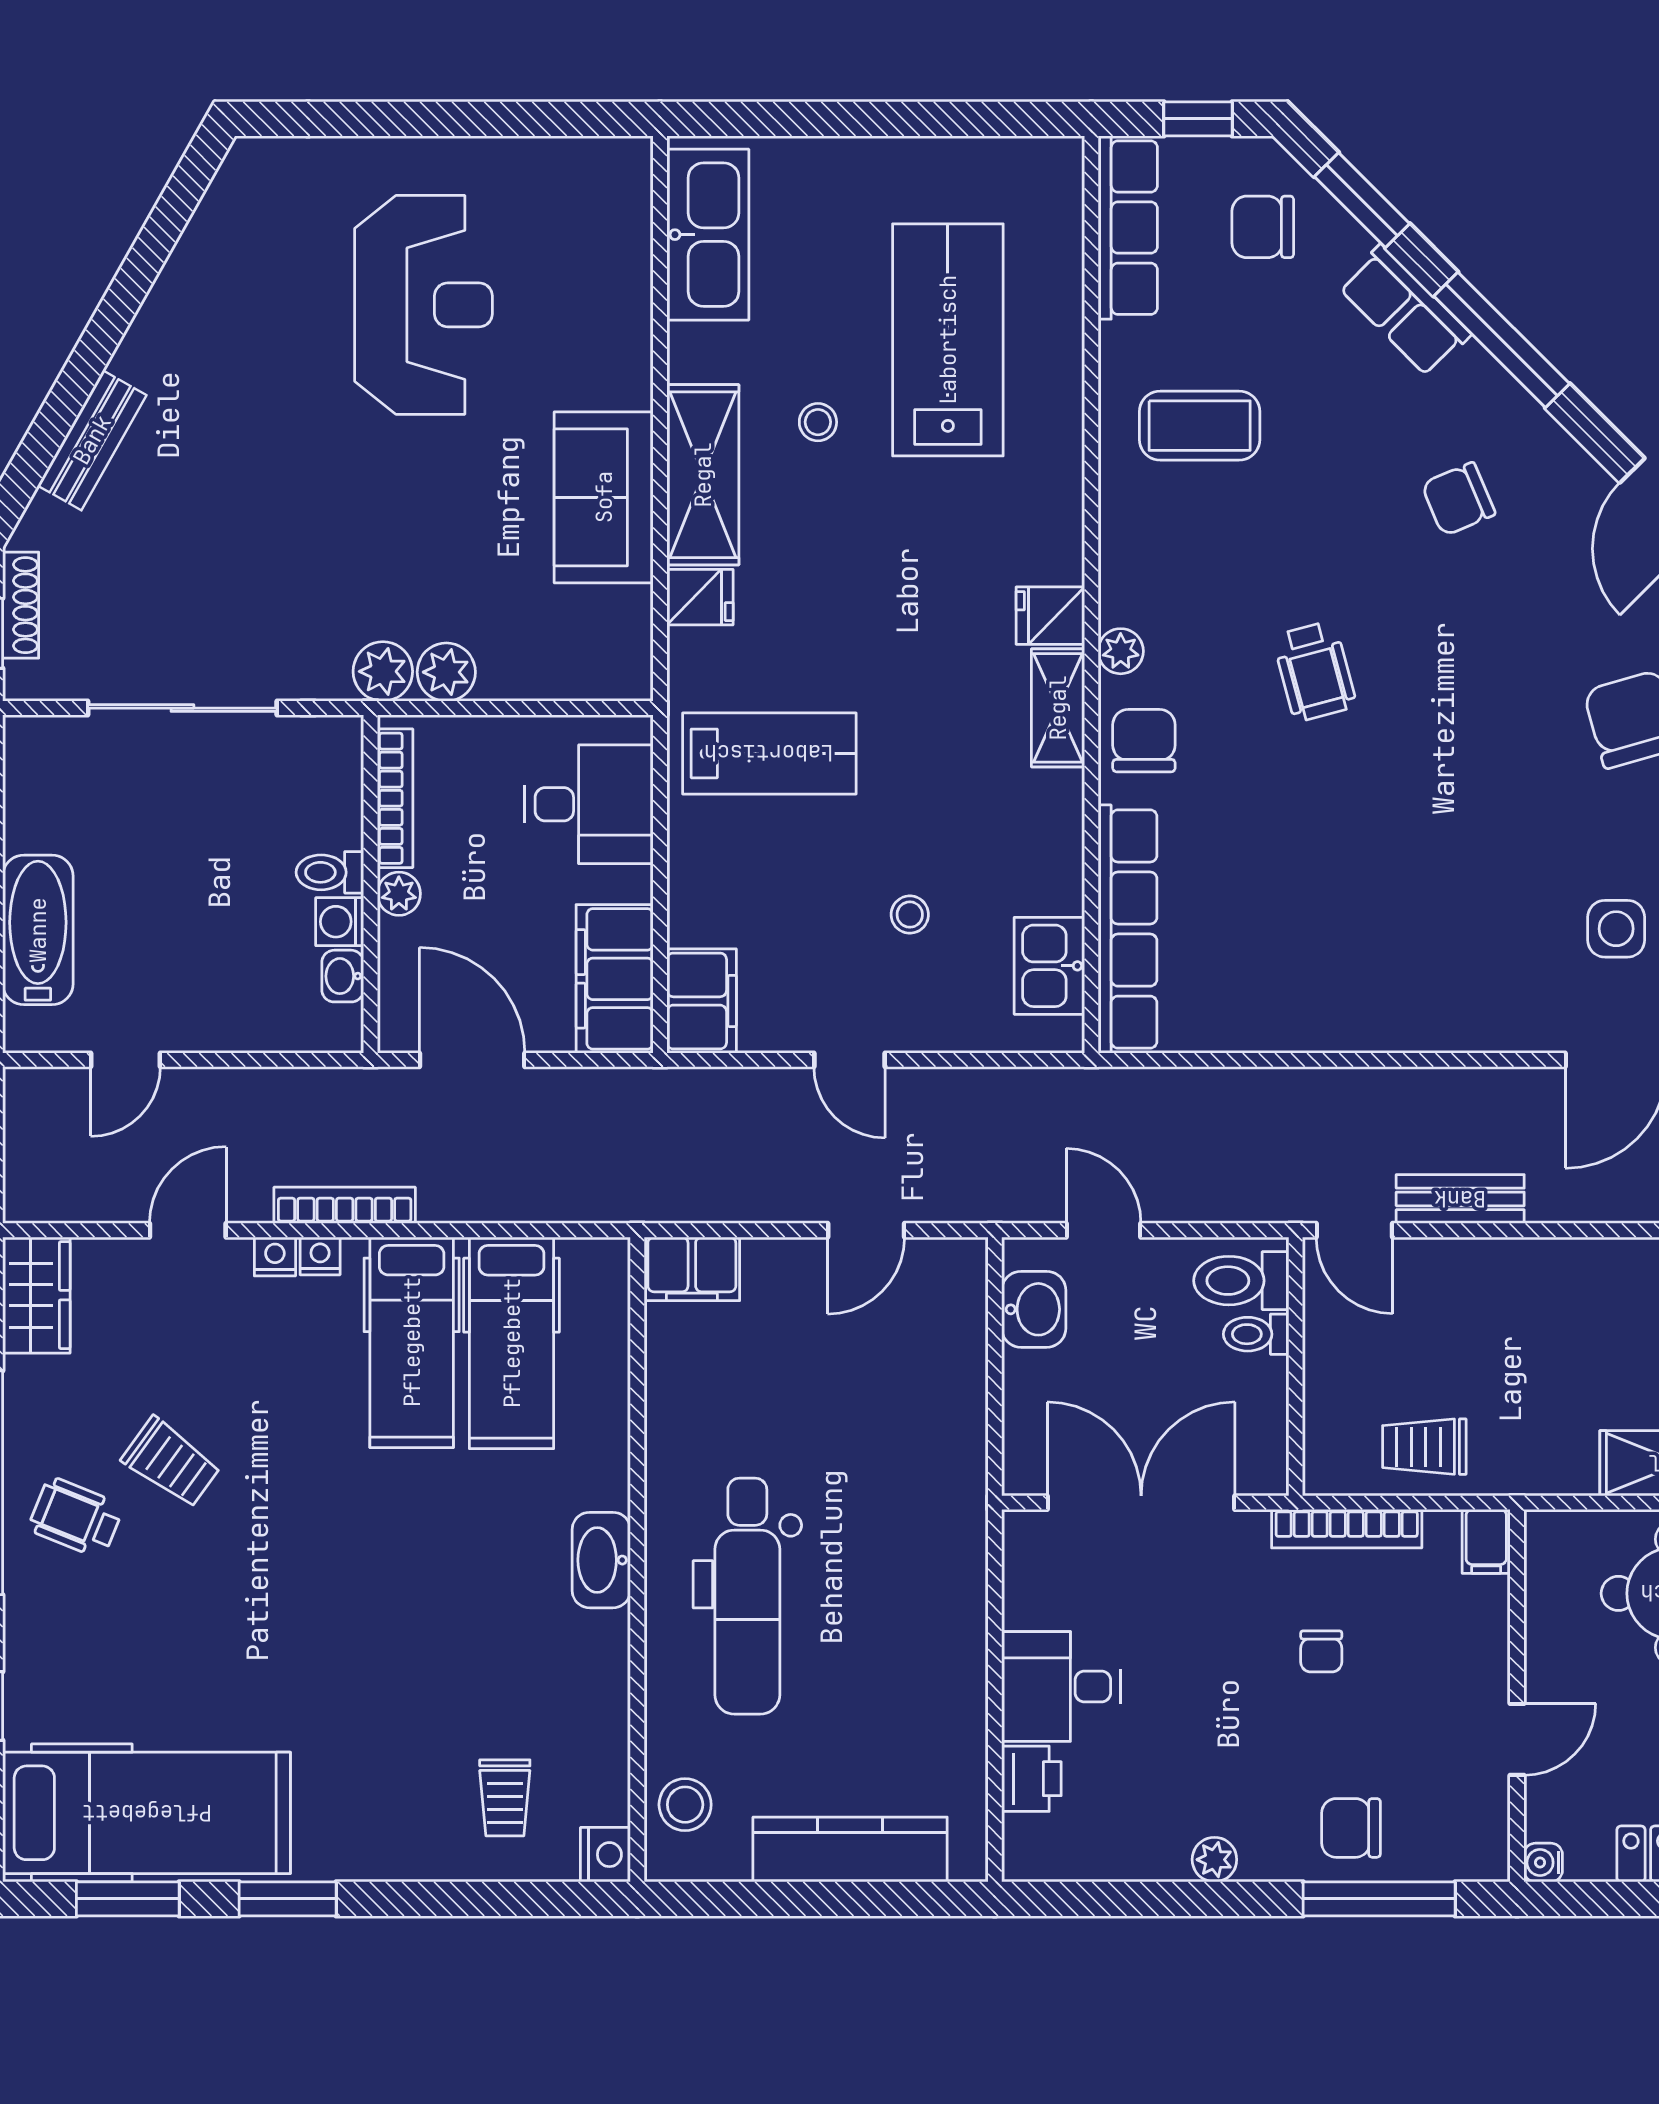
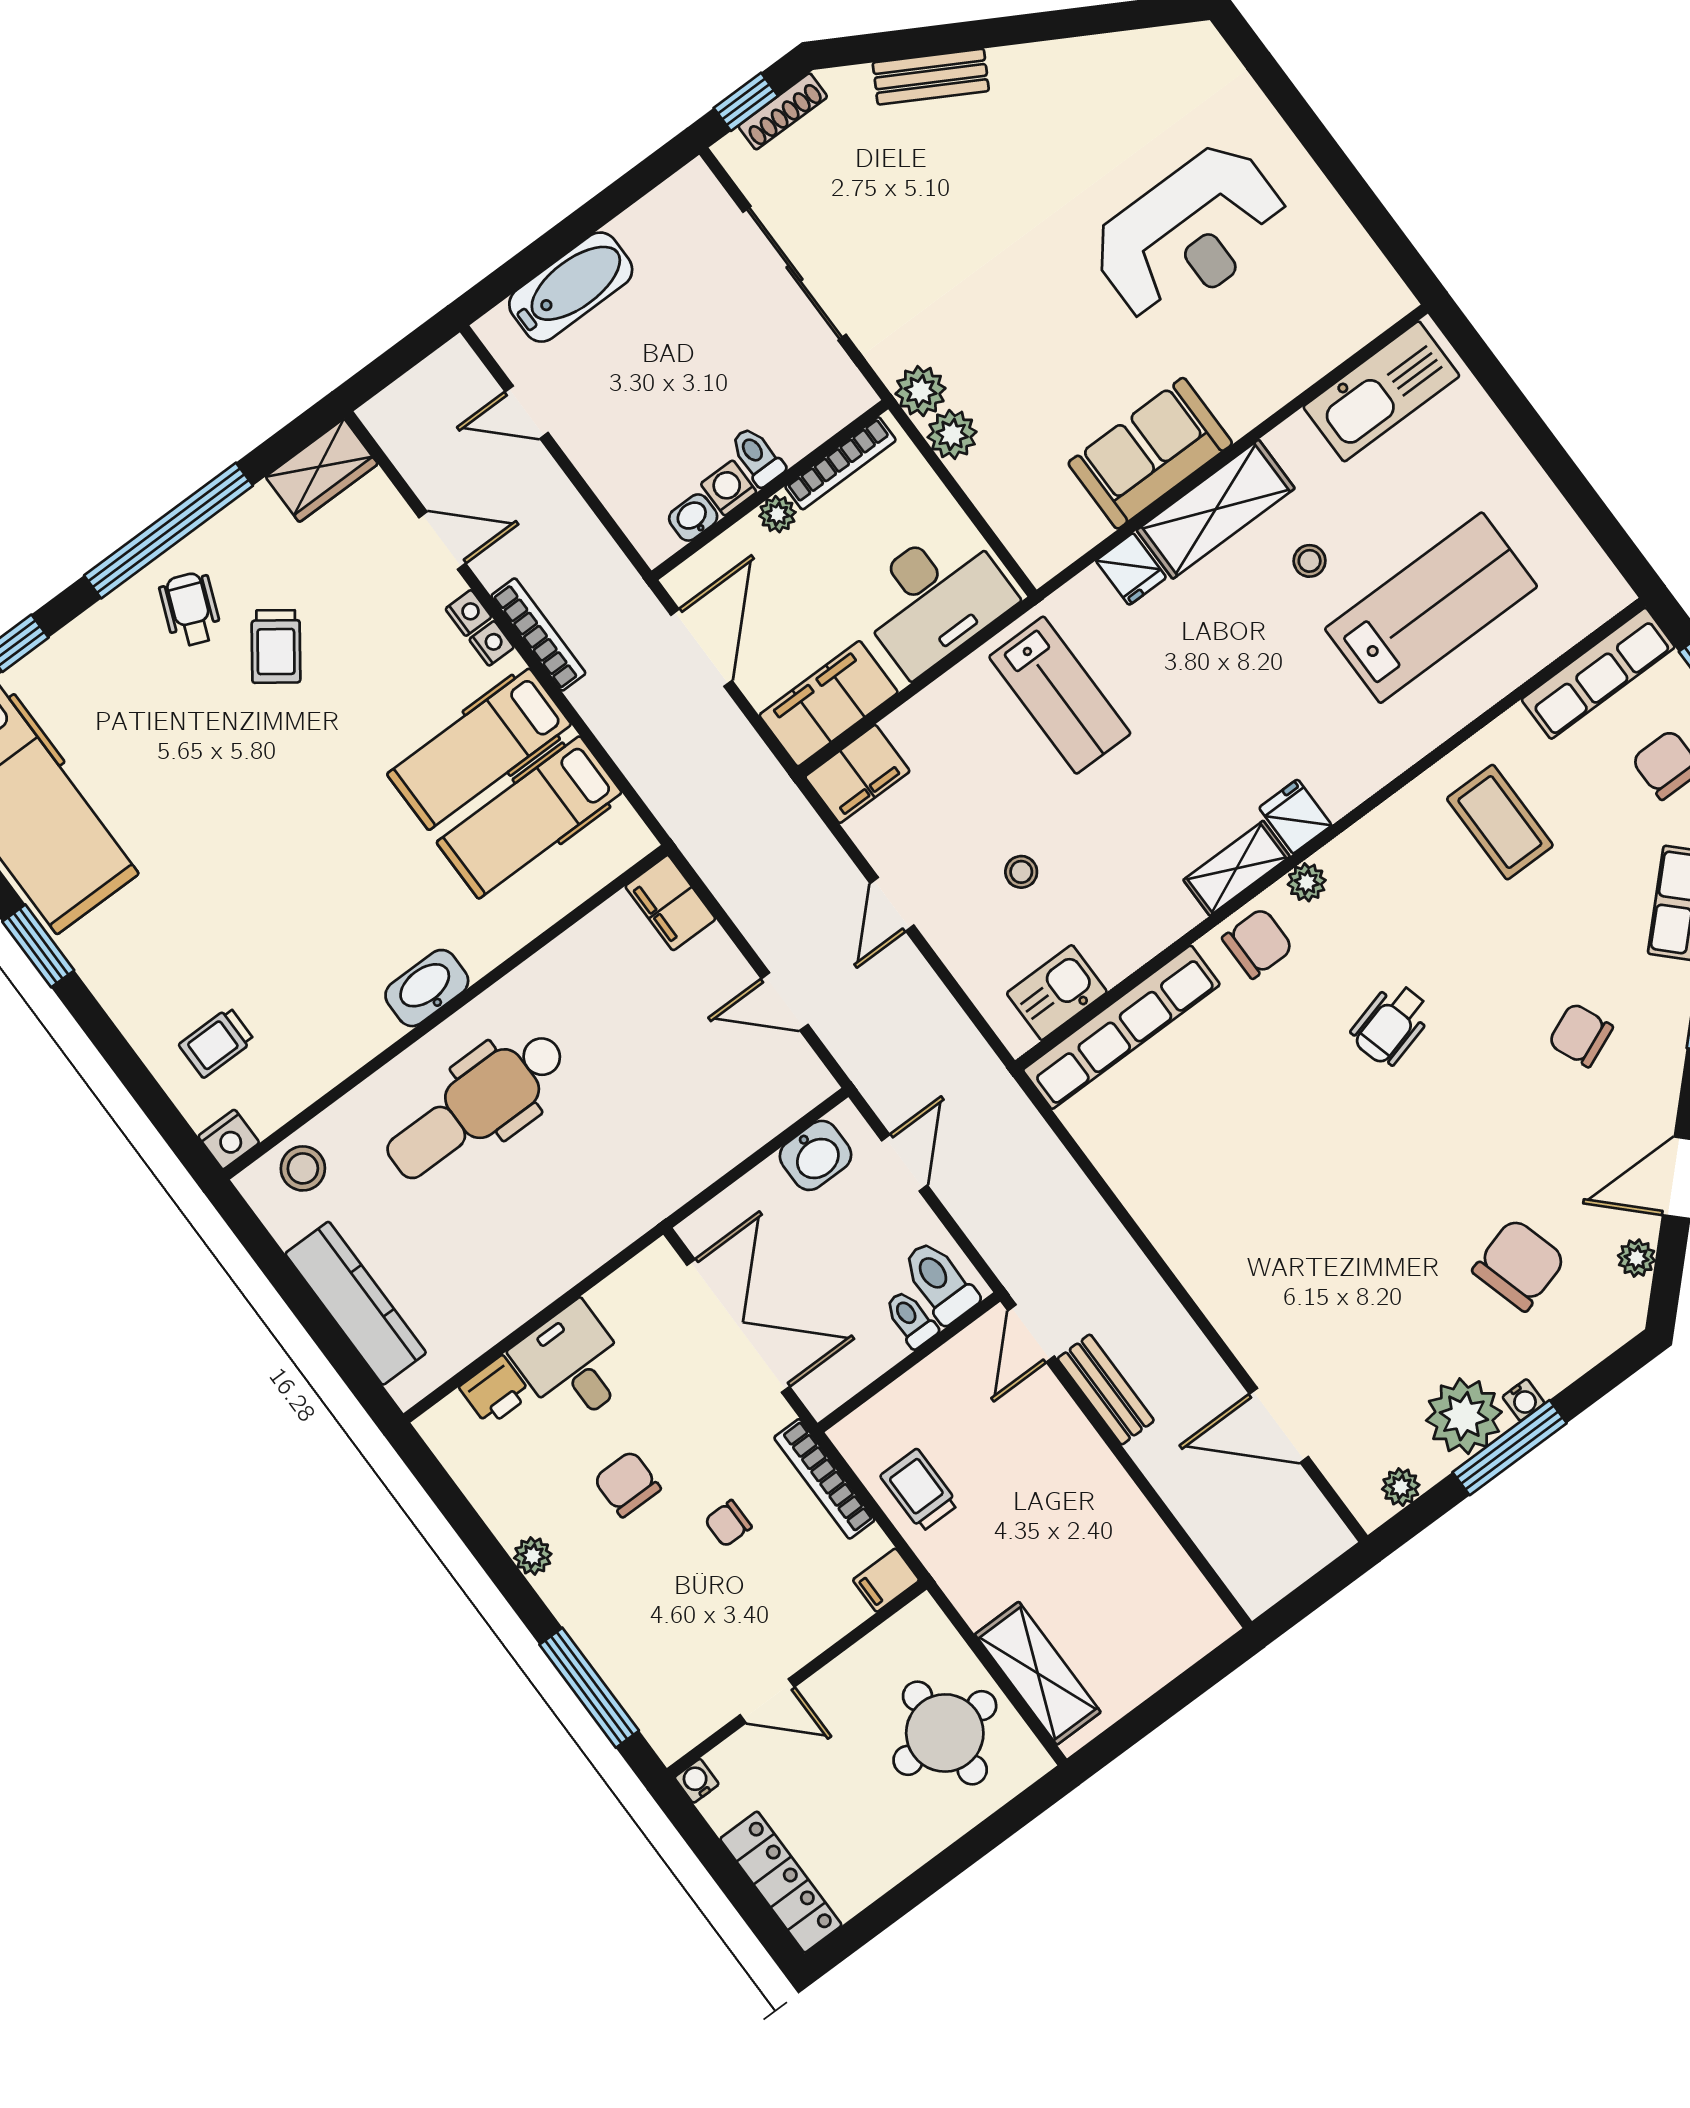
desk: (589, 804) -> (934, 598), width x1.37
side table: (1616, 929) -> (1368, 1359), removed
chair: (1351, 1828) -> (627, 1484), moved

